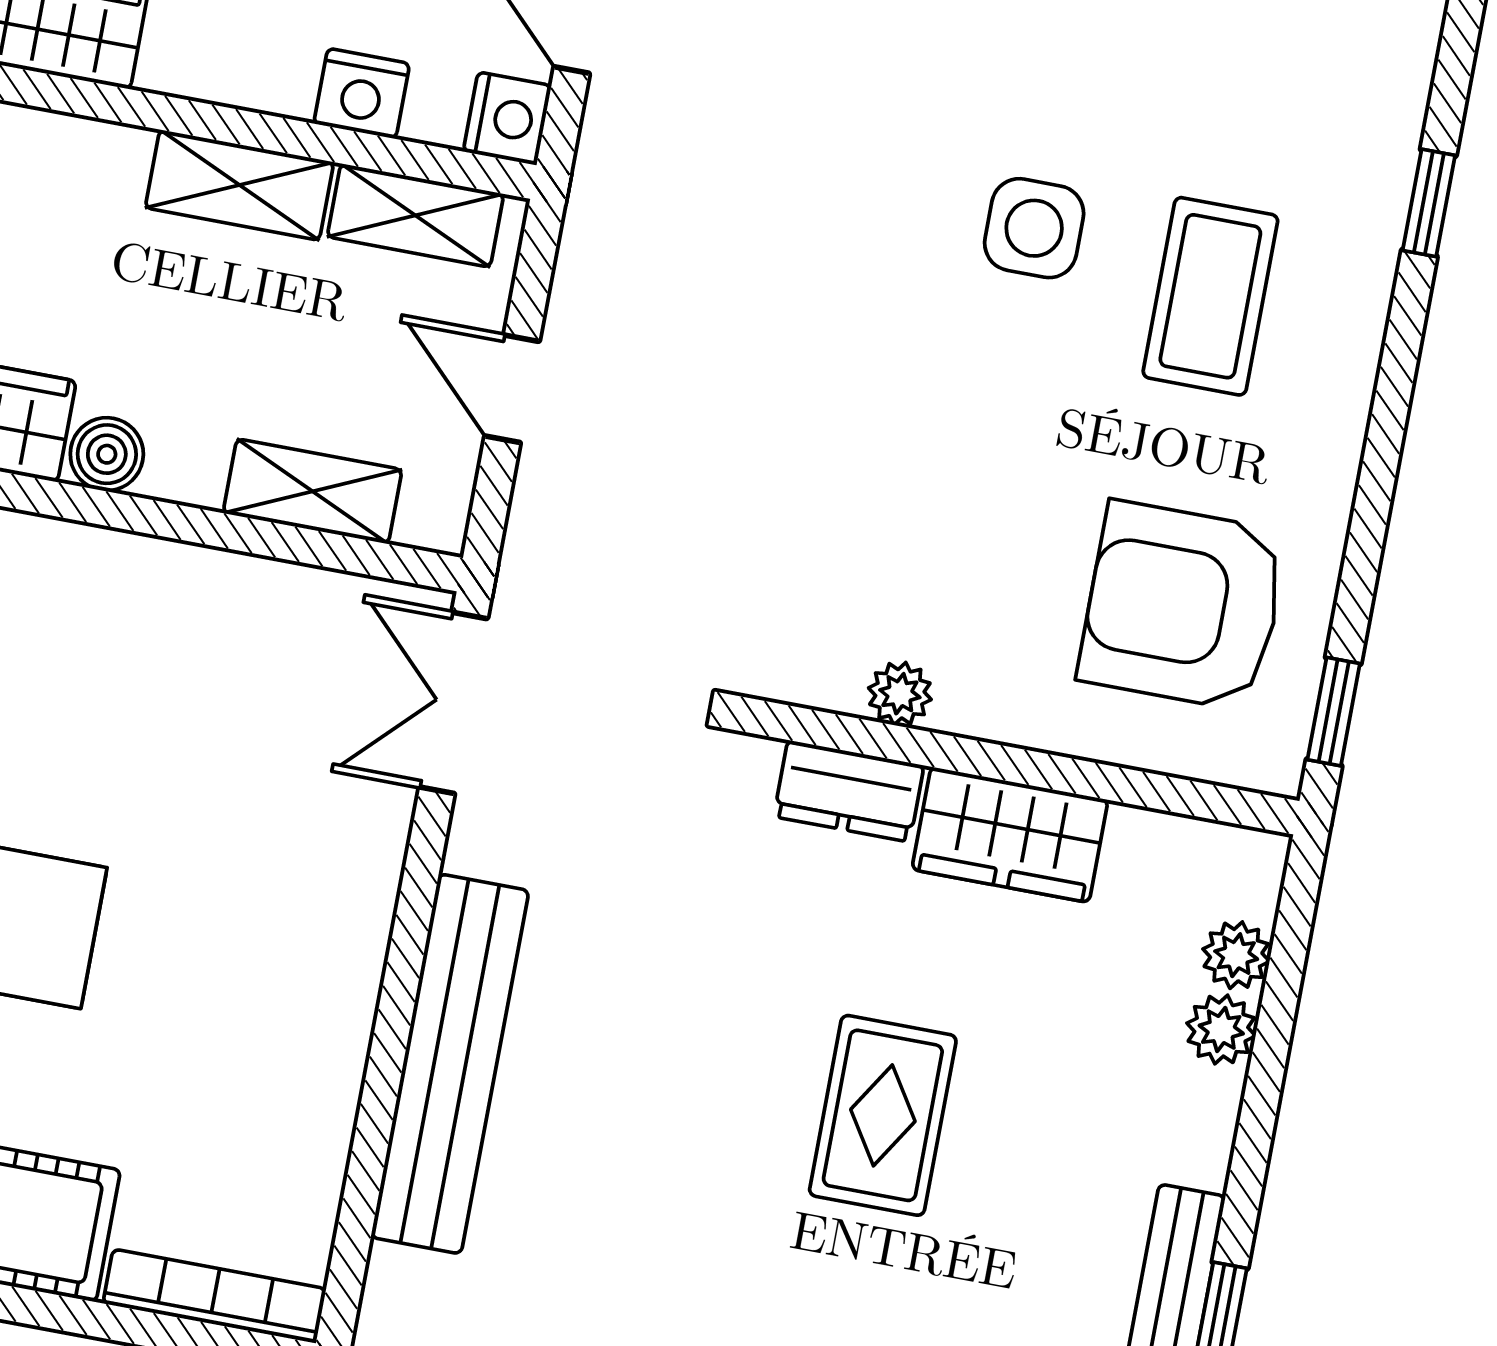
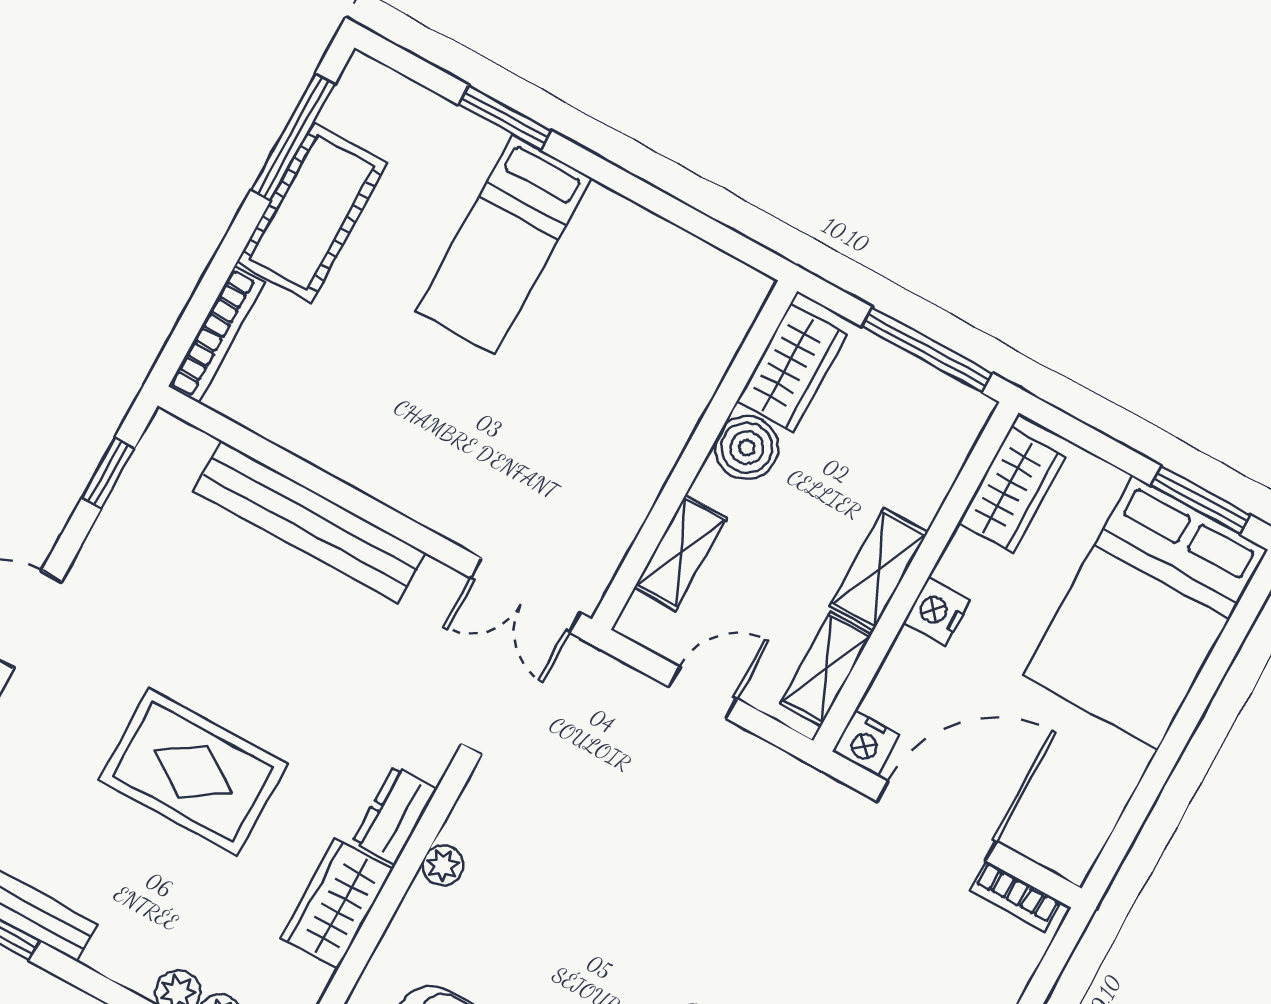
nightstand: (362, 93) -> (937, 611), moved
boiler: (107, 454) -> (747, 448), width x1.36, depth x1.36
double door: (453, 703) -> (526, 595), swing flipped
rug: (883, 1115) -> (193, 772), width x1.36, depth x1.43

